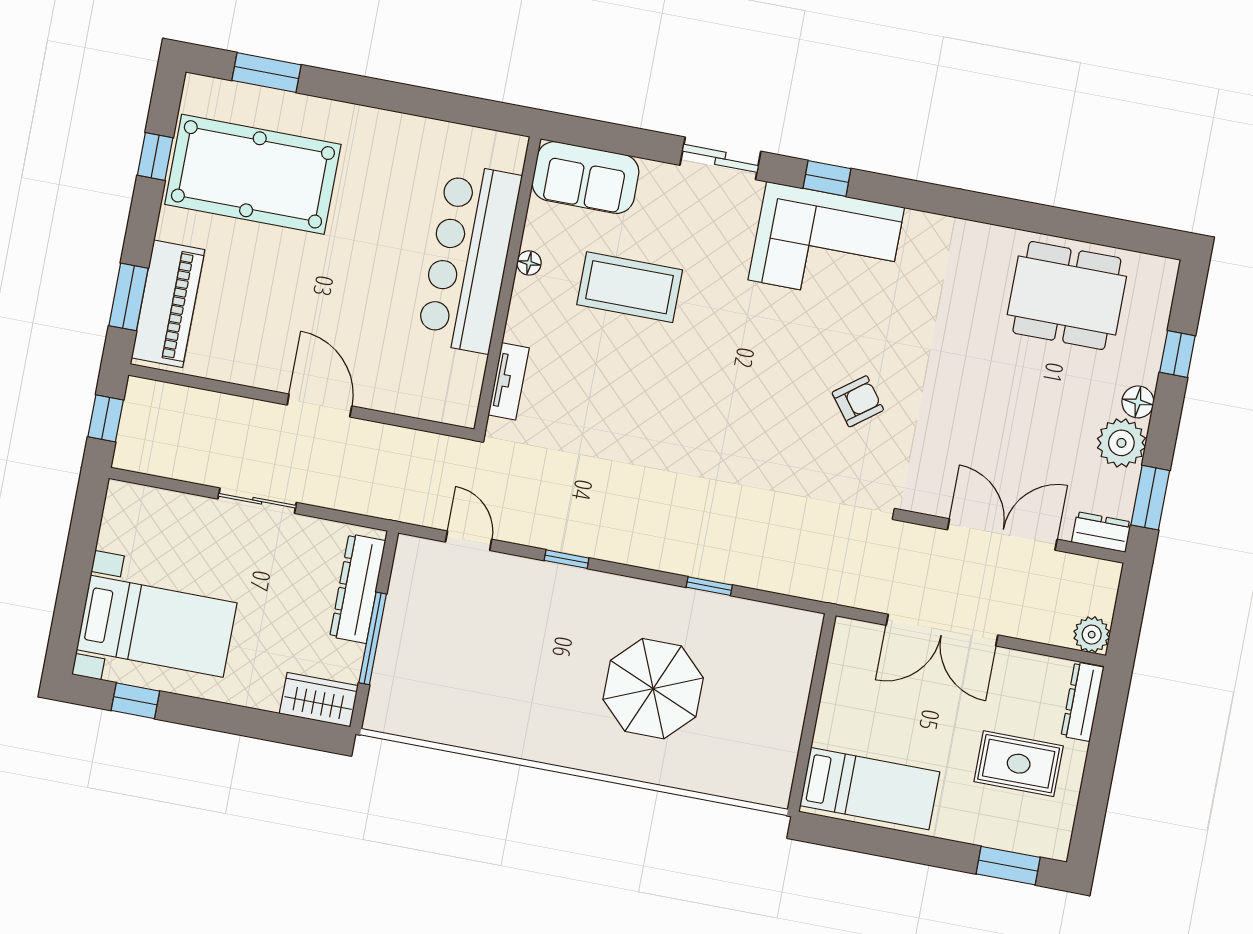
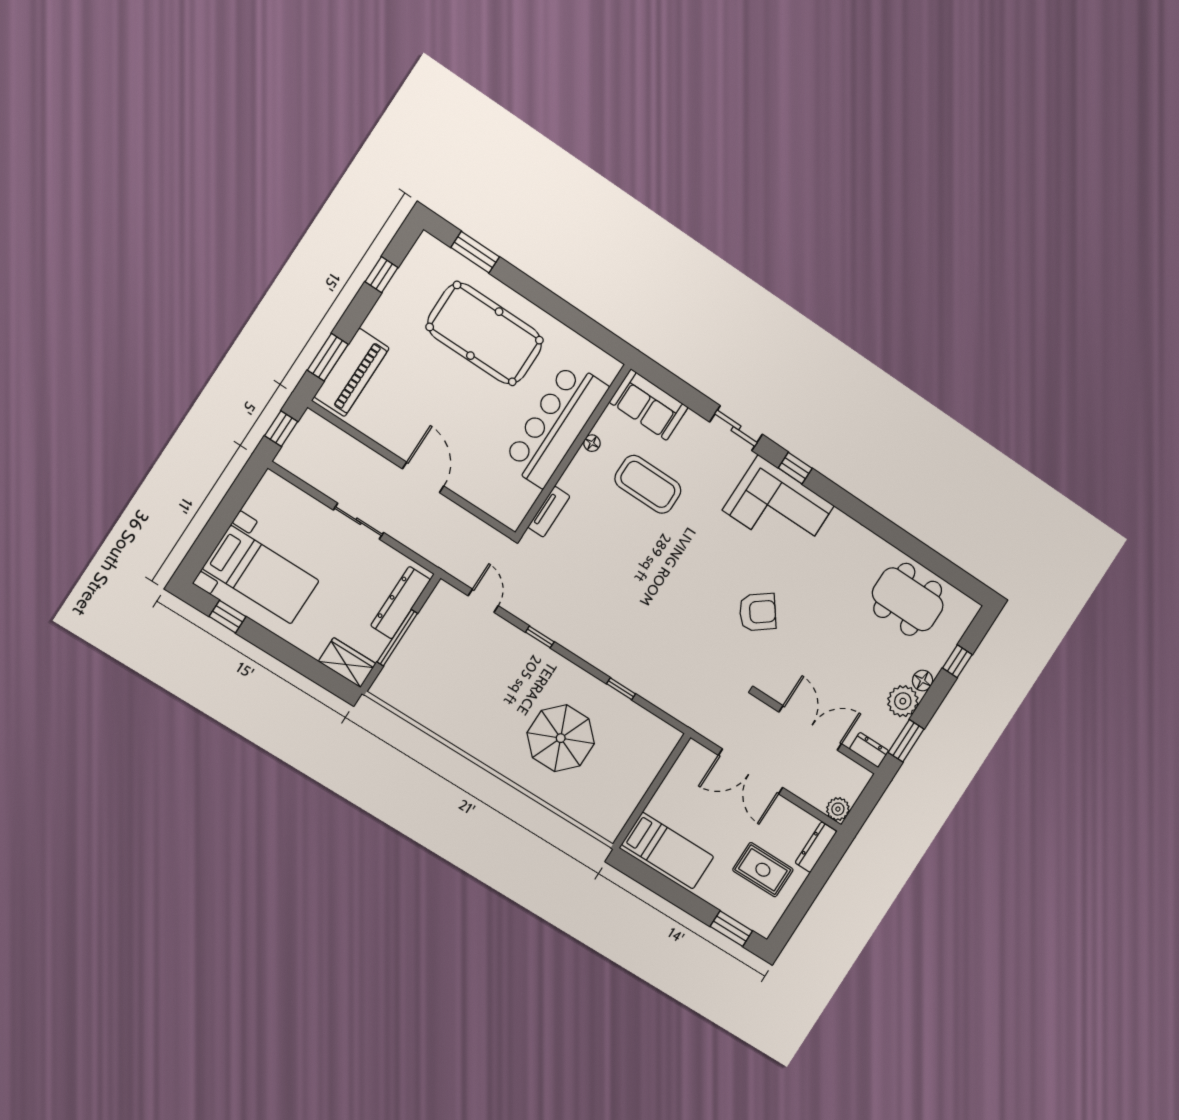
pool table: (253, 174) -> (485, 334), moved
armchair: (858, 401) -> (758, 612), width x1.38, depth x1.38

